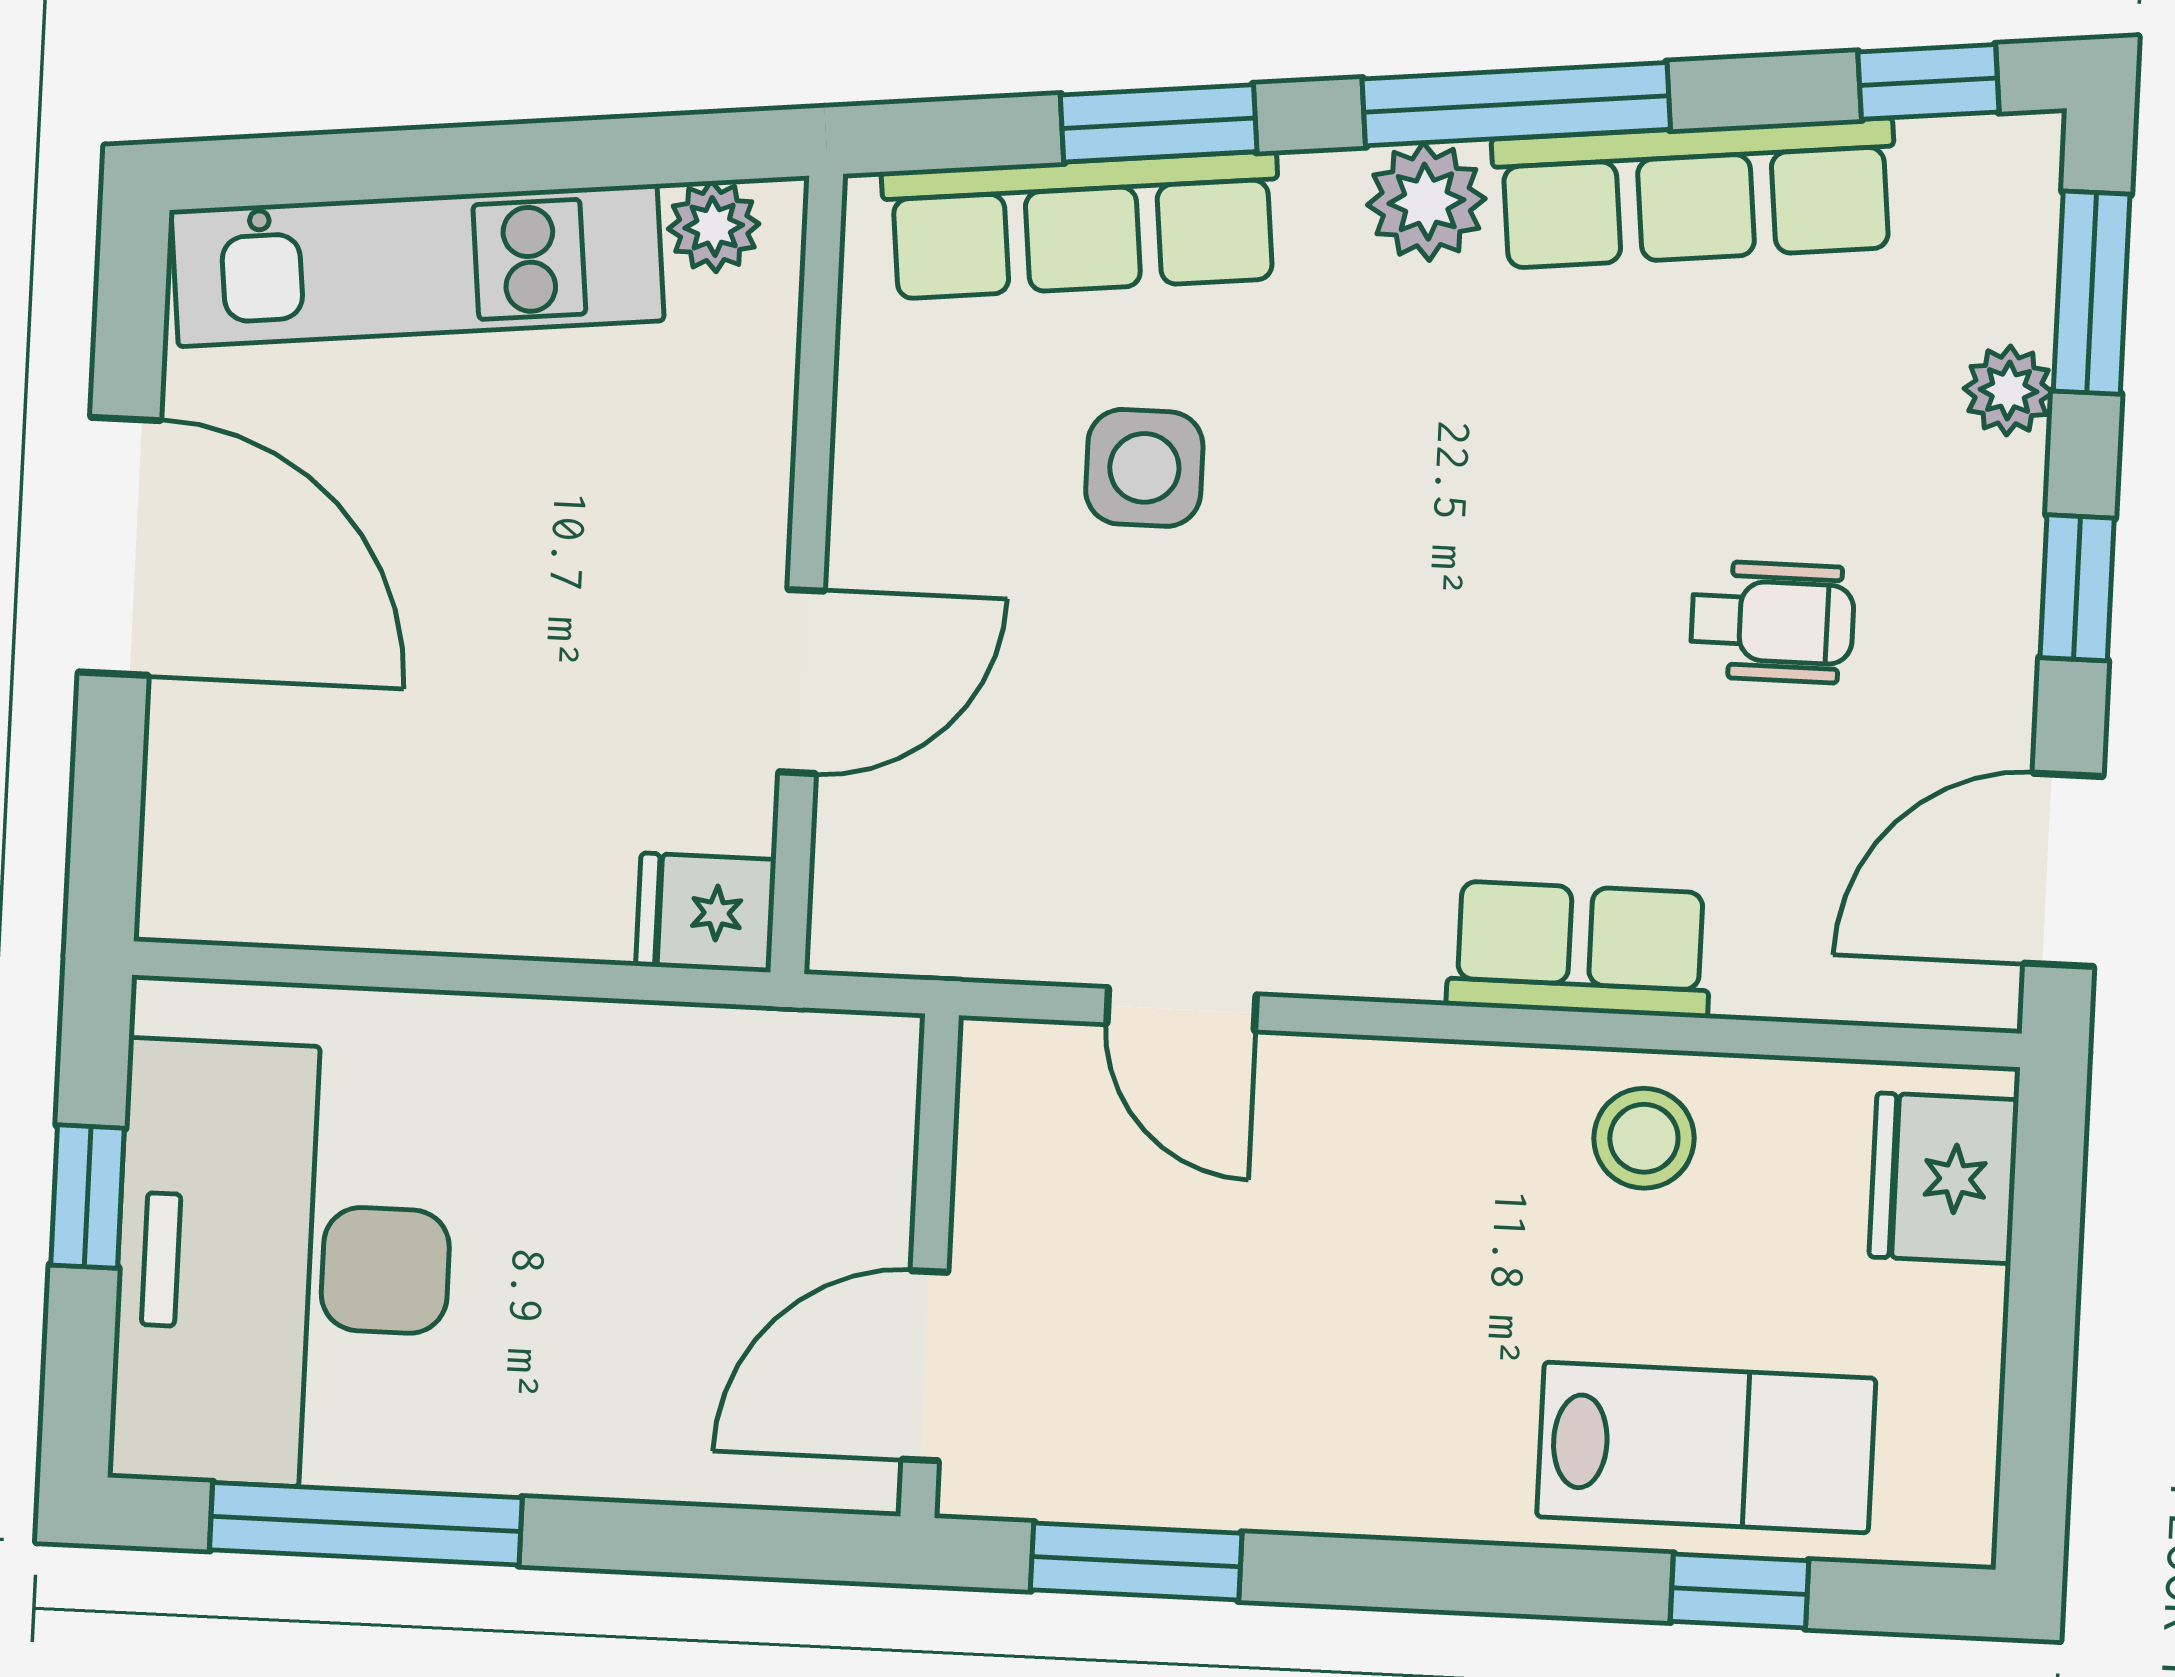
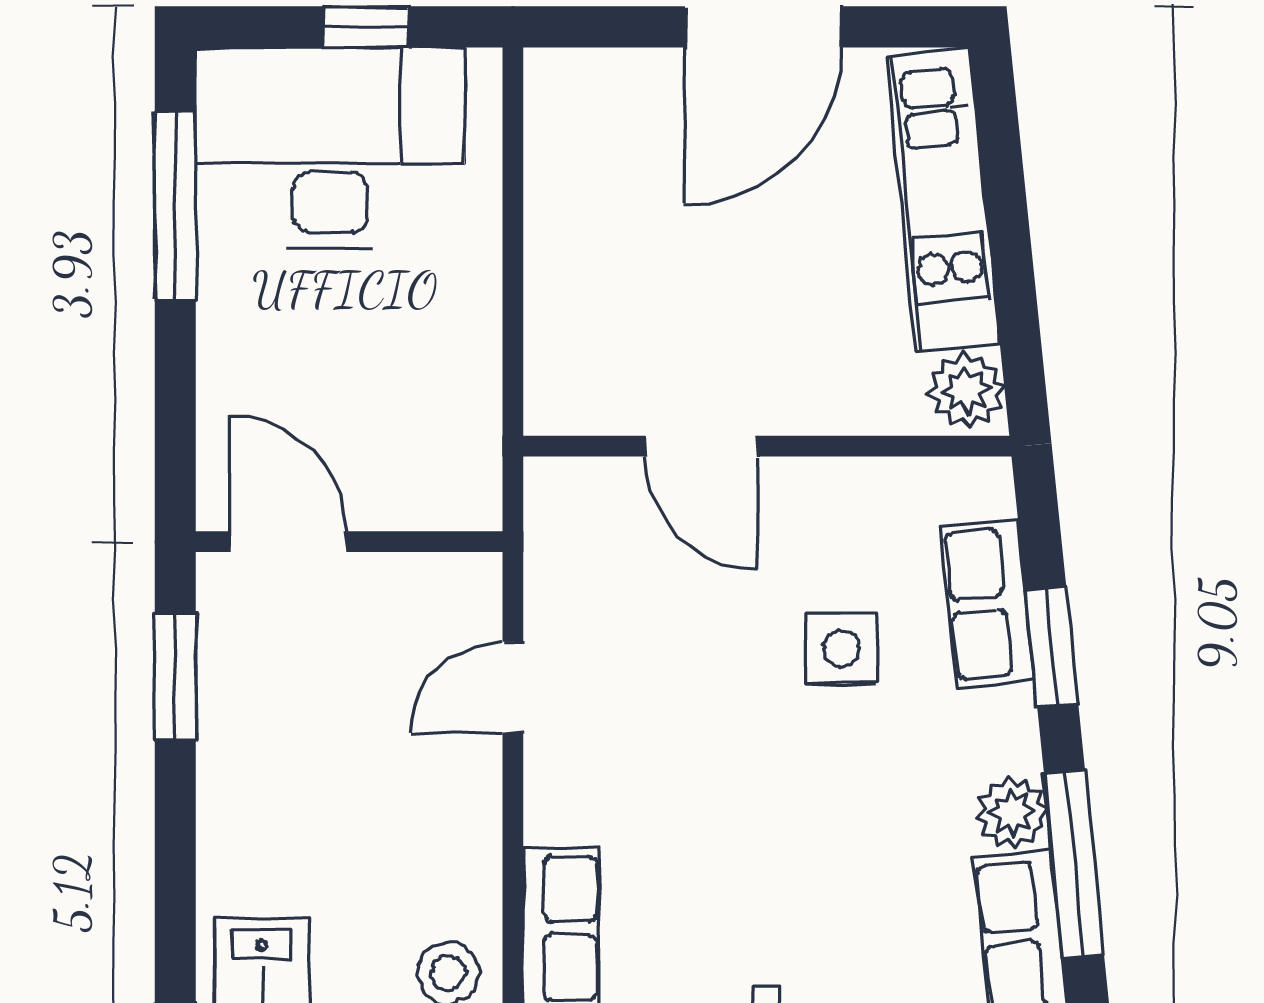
row of seats: (1082, 225) -> (987, 603), width x0.68
plant: (714, 226) -> (966, 391), width x1.38, depth x1.38
fridge: (706, 913) -> (558, 395), removed

